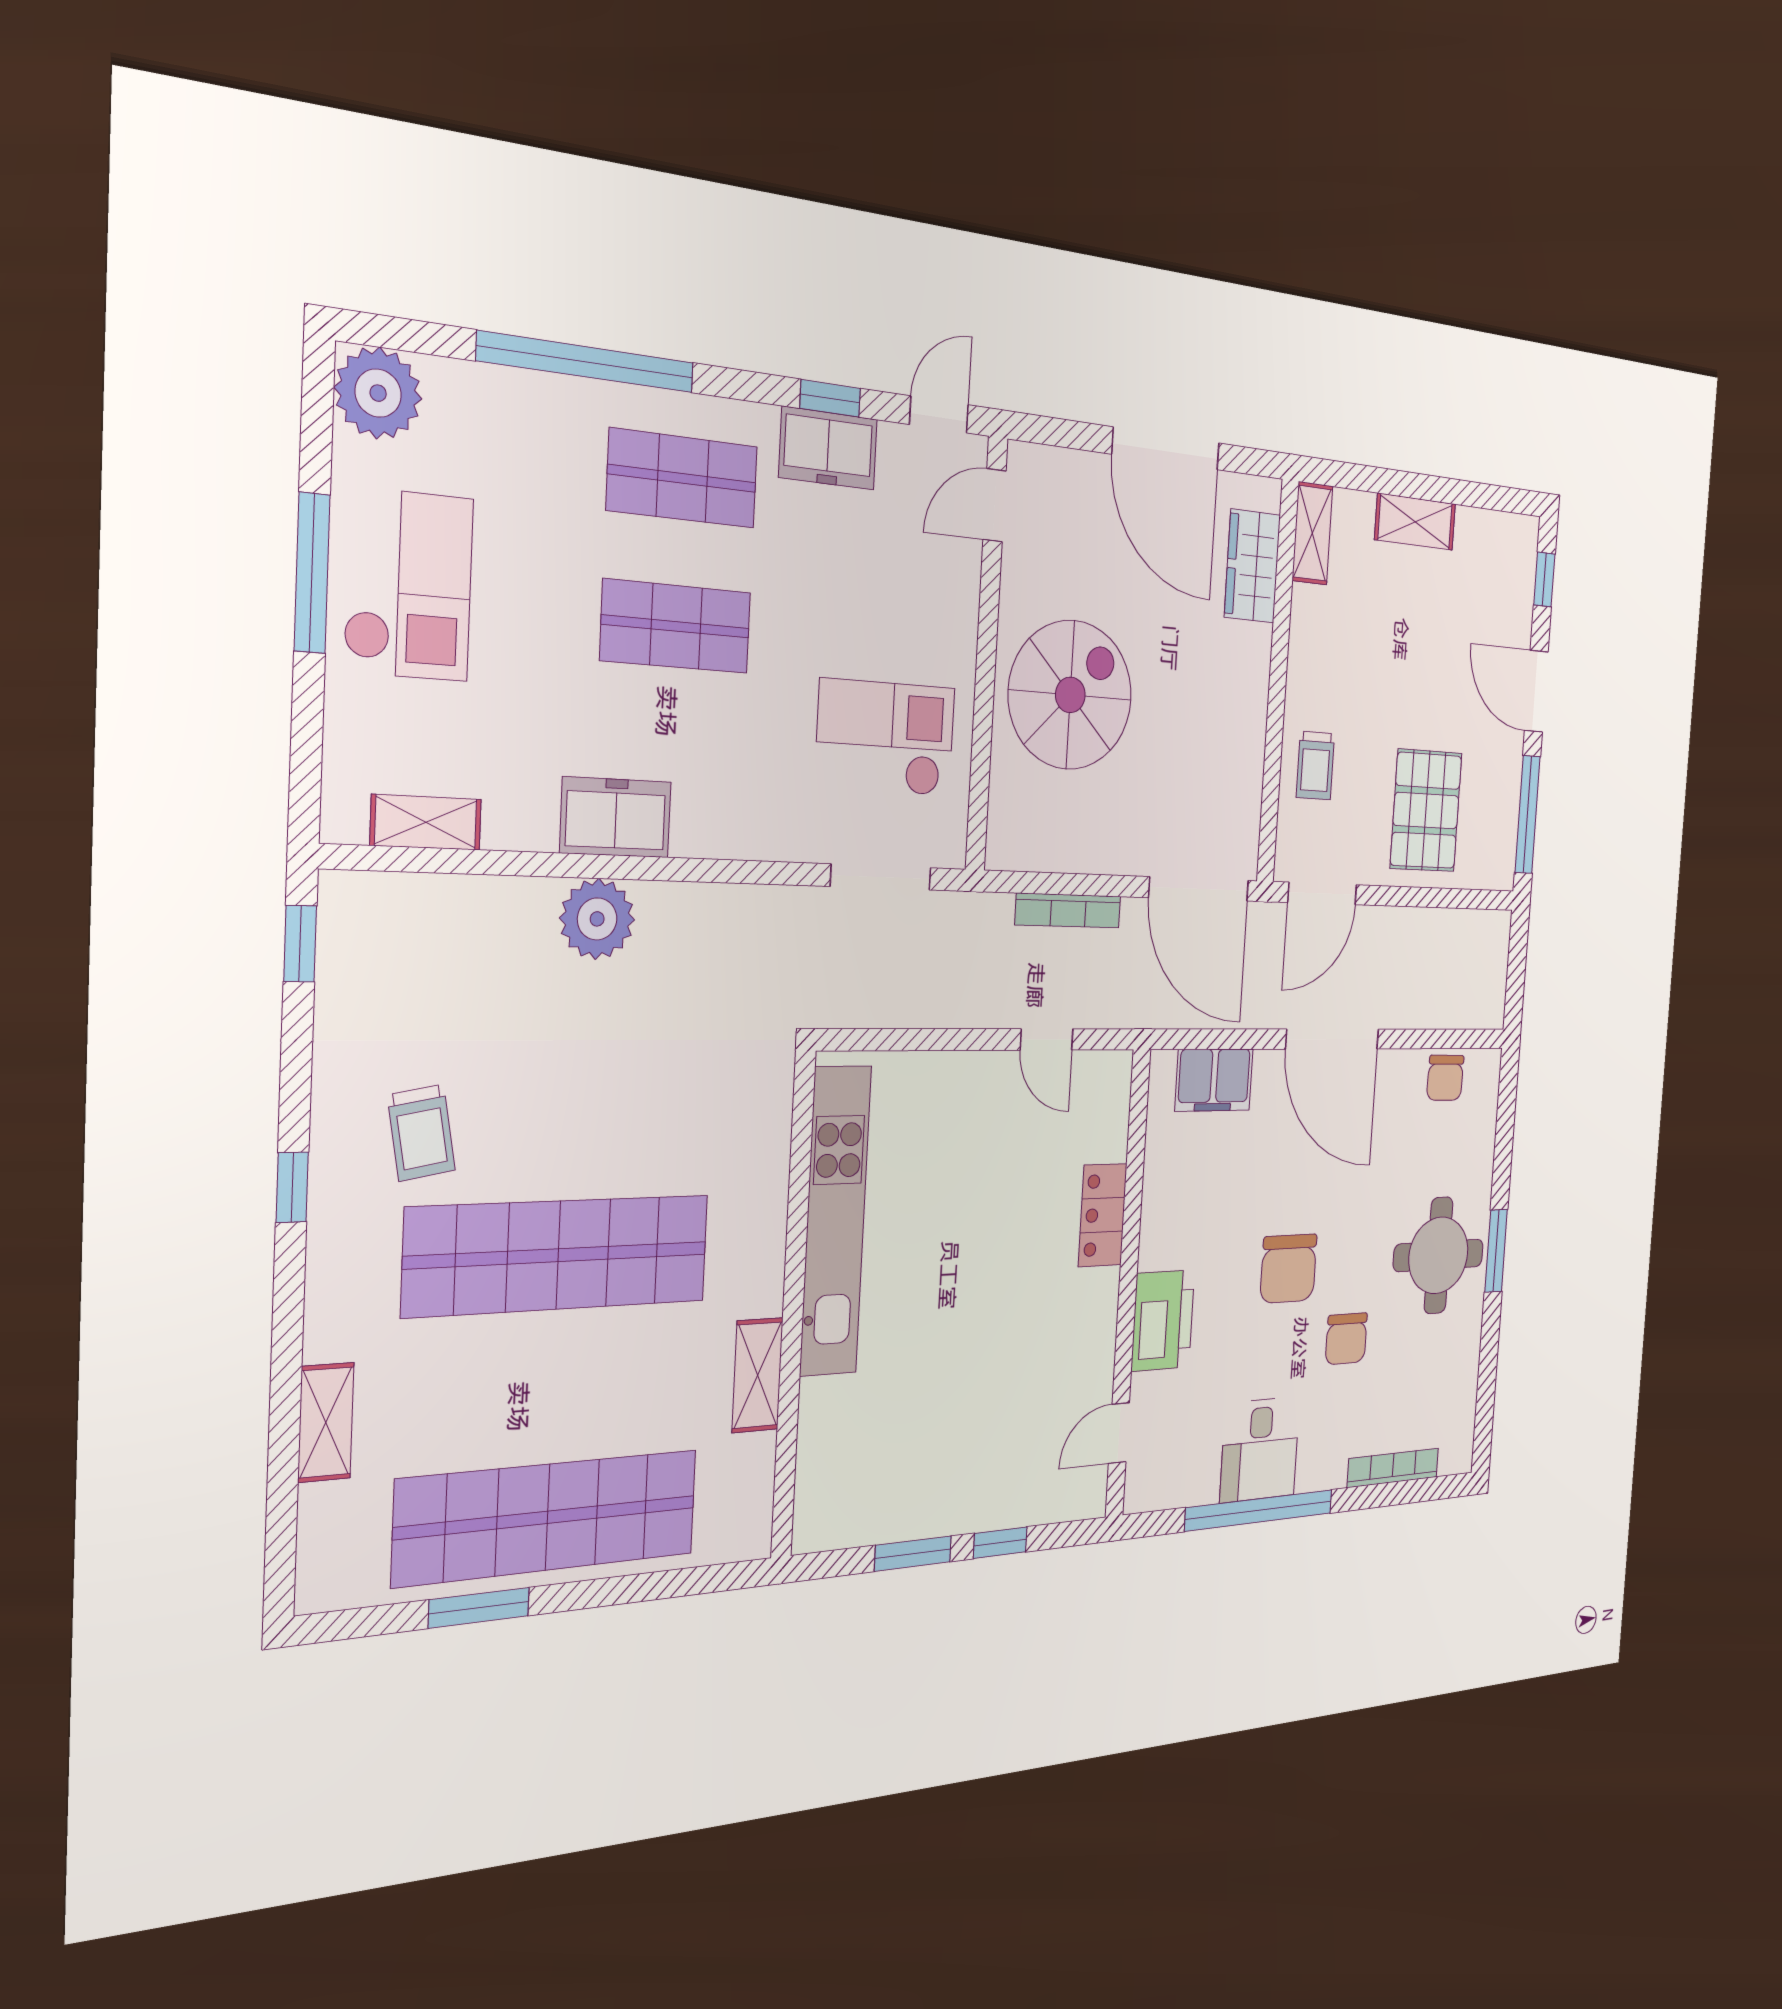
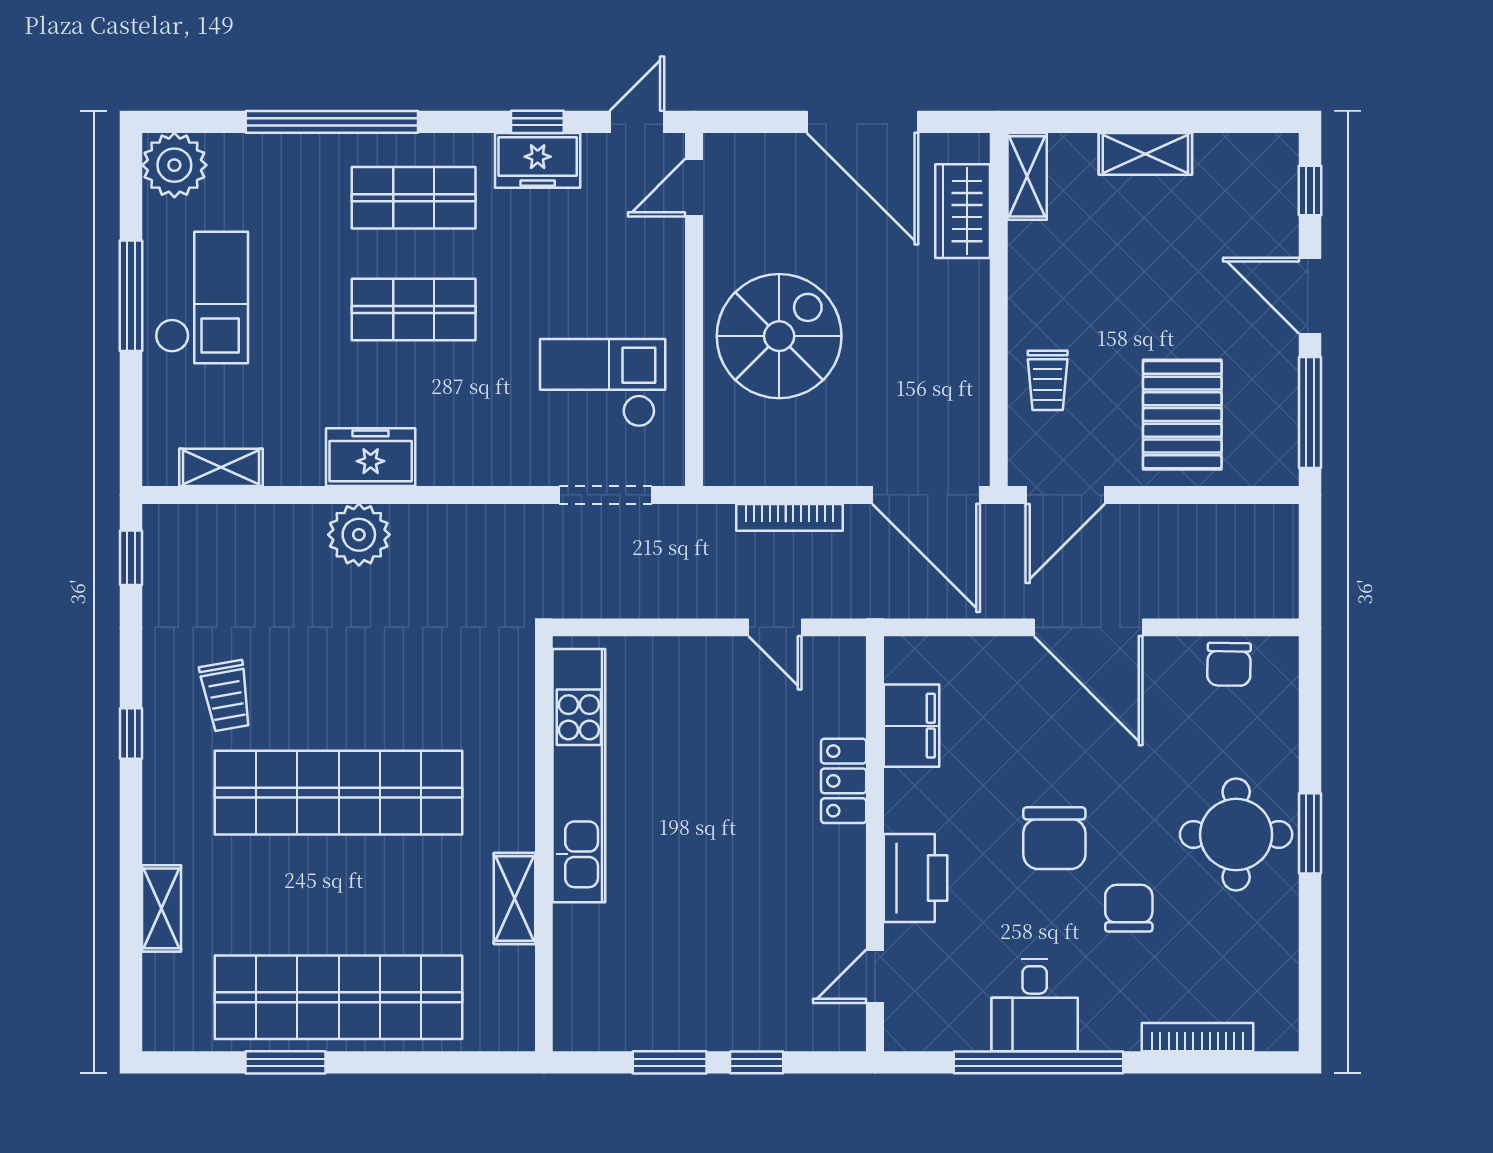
filing cabinet: (1214, 1080) -> (911, 726), moved, turned -90
chair: (1346, 1339) -> (1129, 908), turned 180

